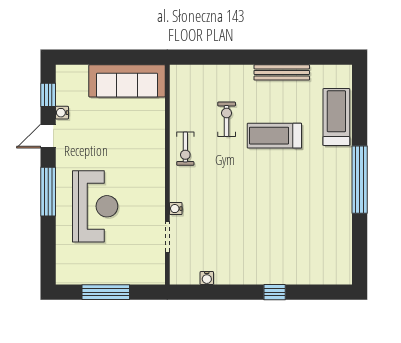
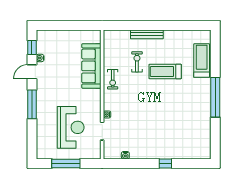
bench: (282, 72) -> (147, 34), moved
sofa: (127, 81) -> (91, 66), moved, turned 90
reception desk: (95, 206) -> (71, 127), moved

